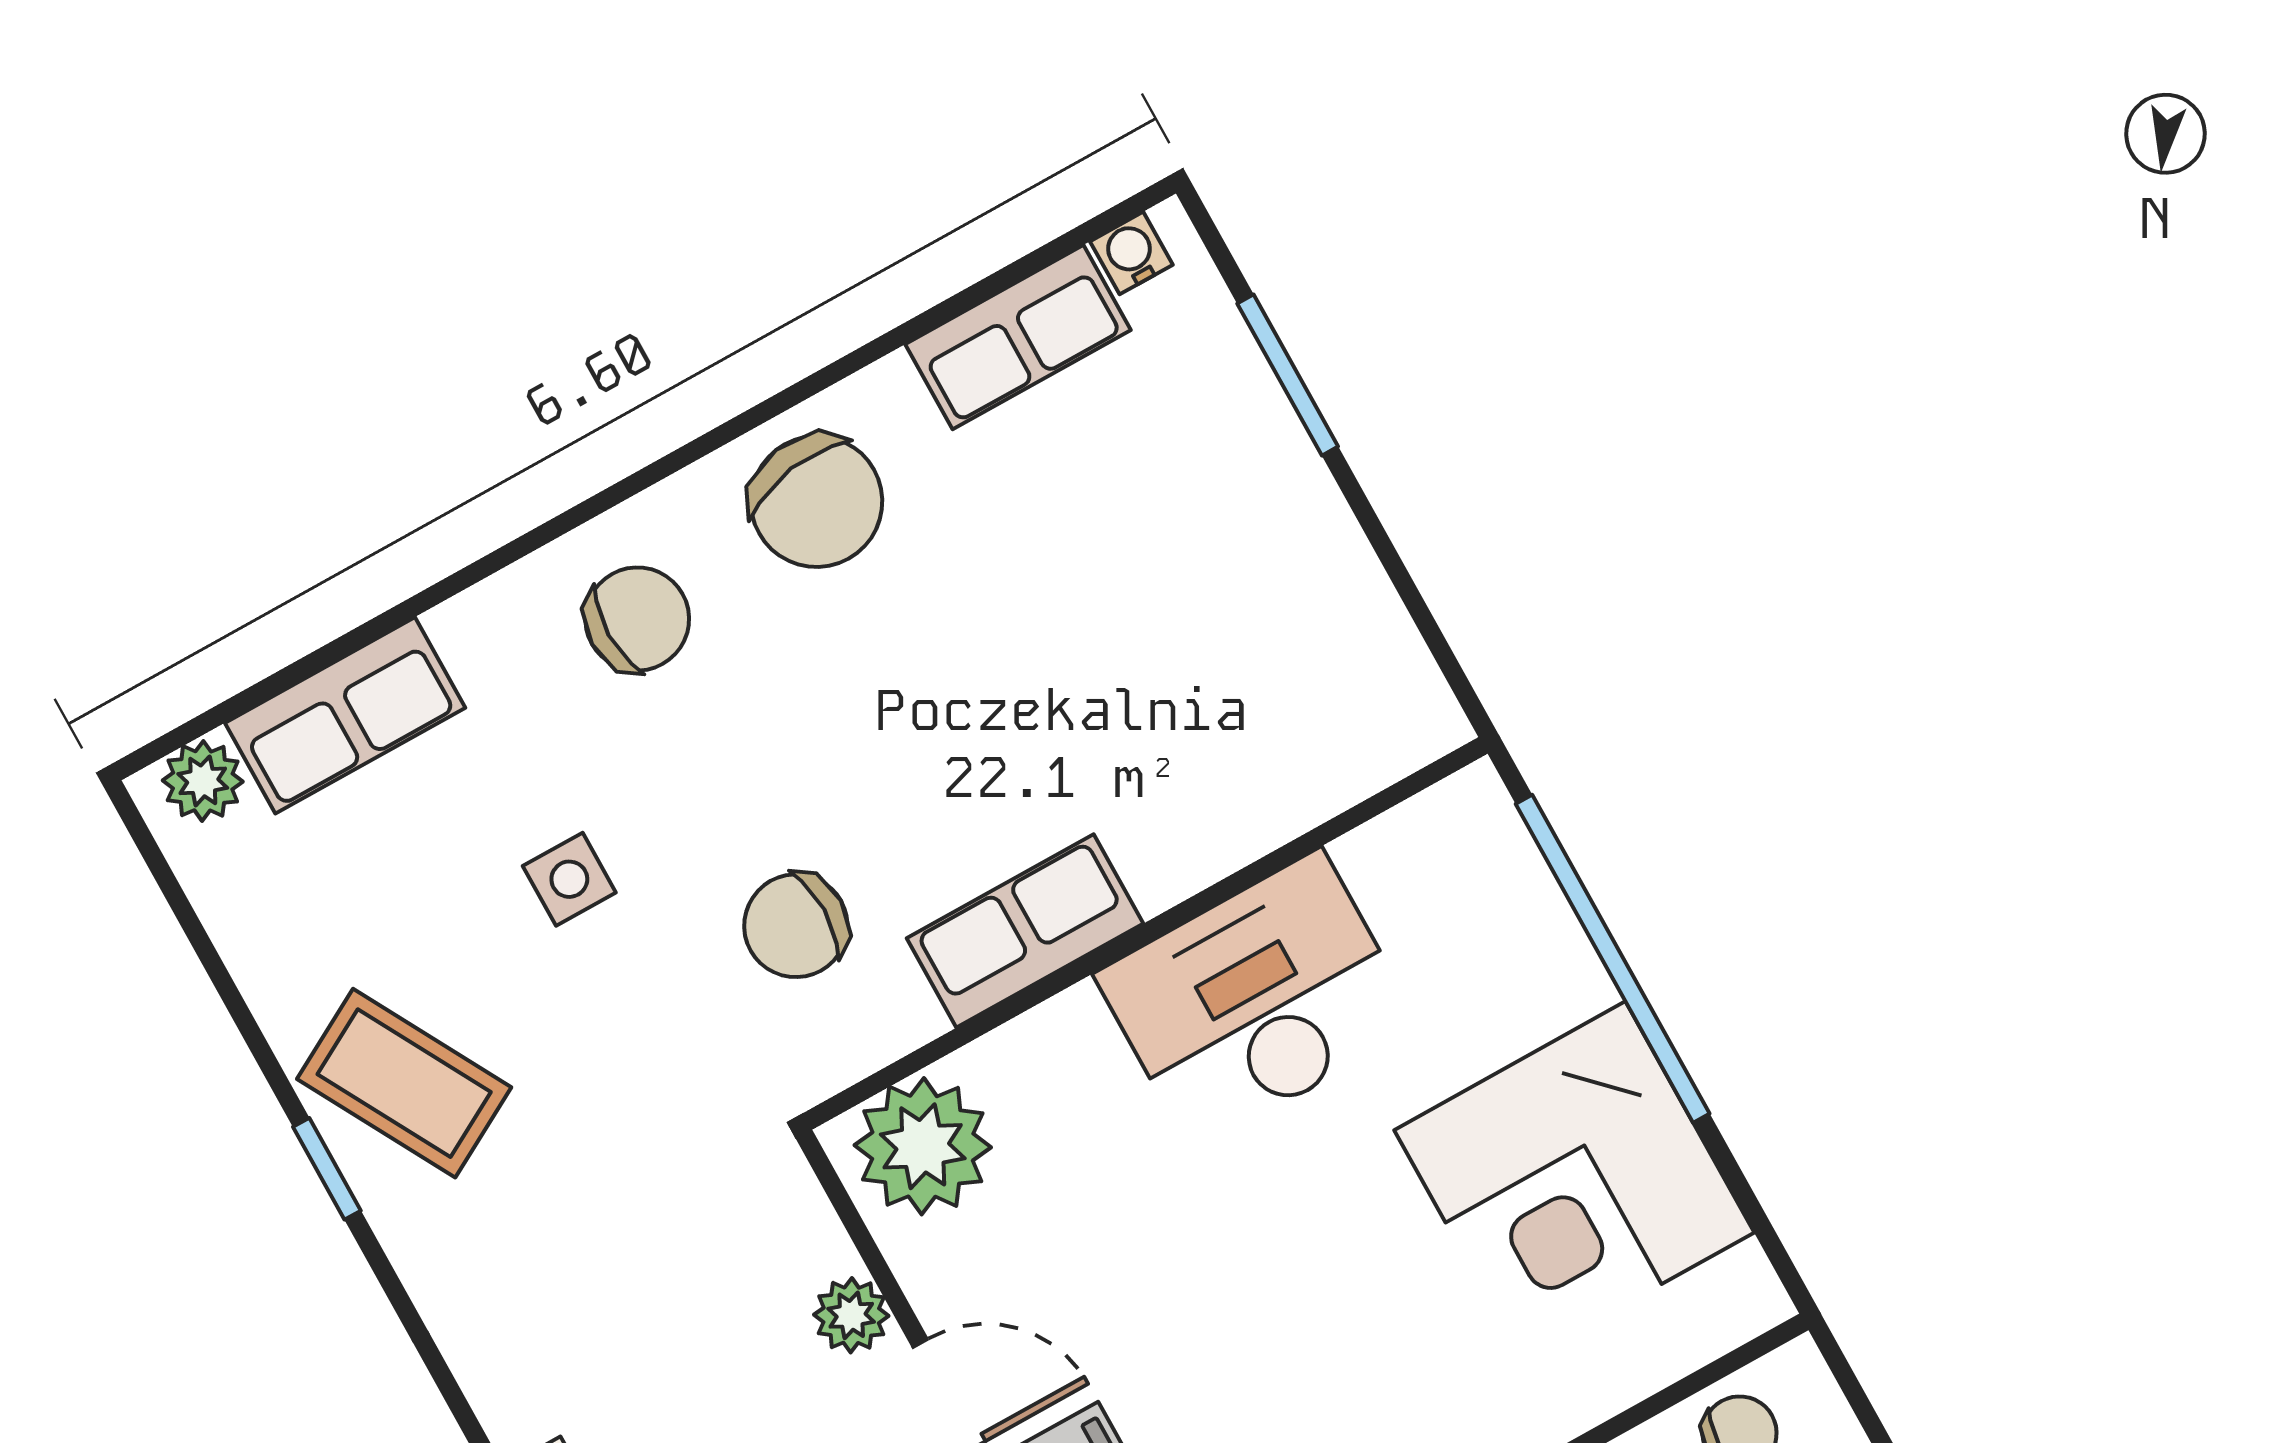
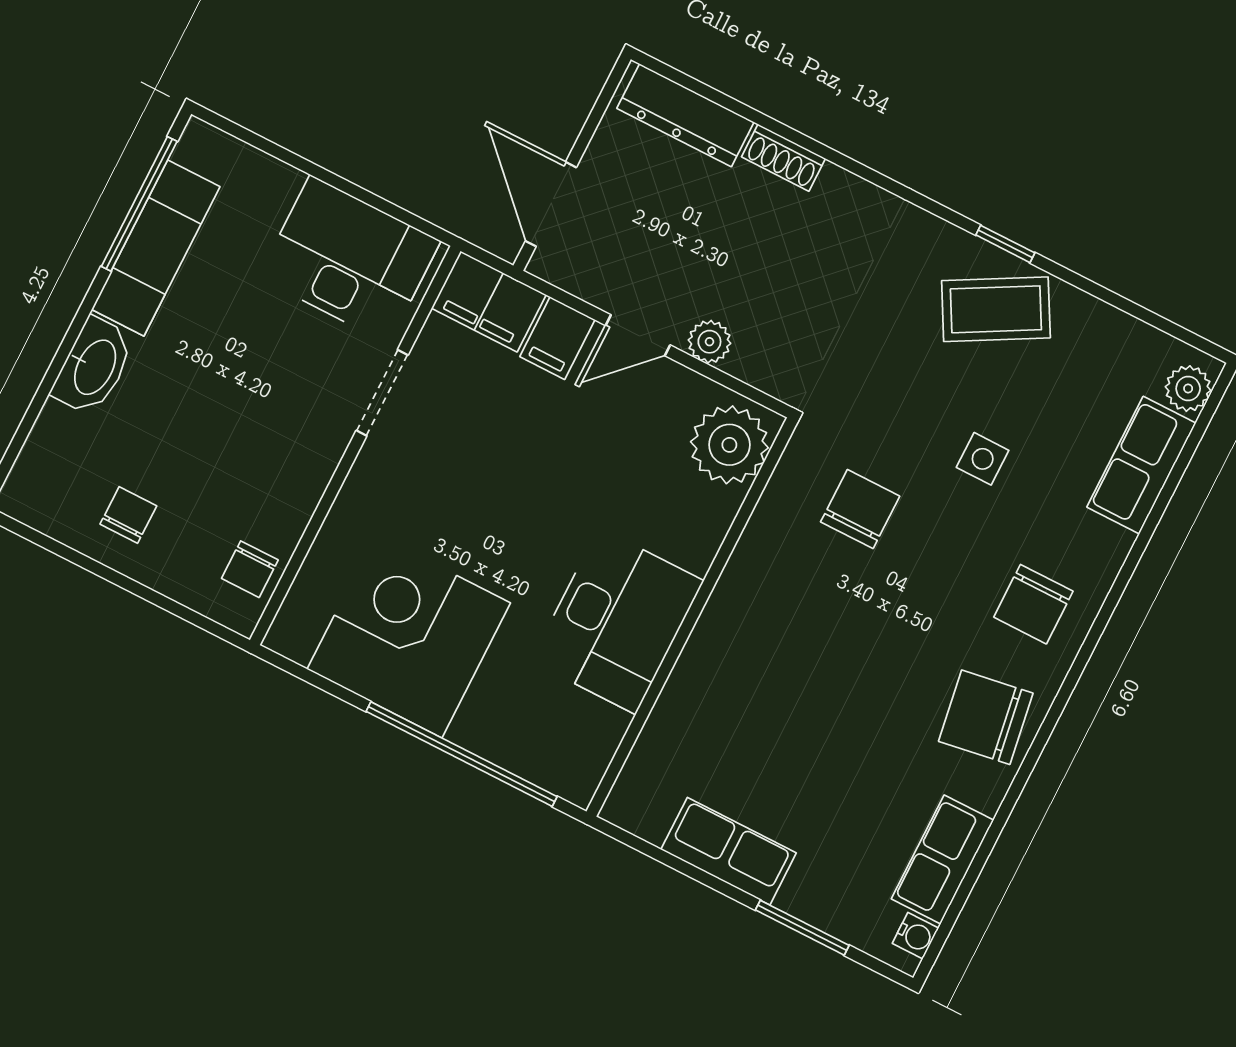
row of seats: (1025, 931) -> (729, 851), moved, turned -90

